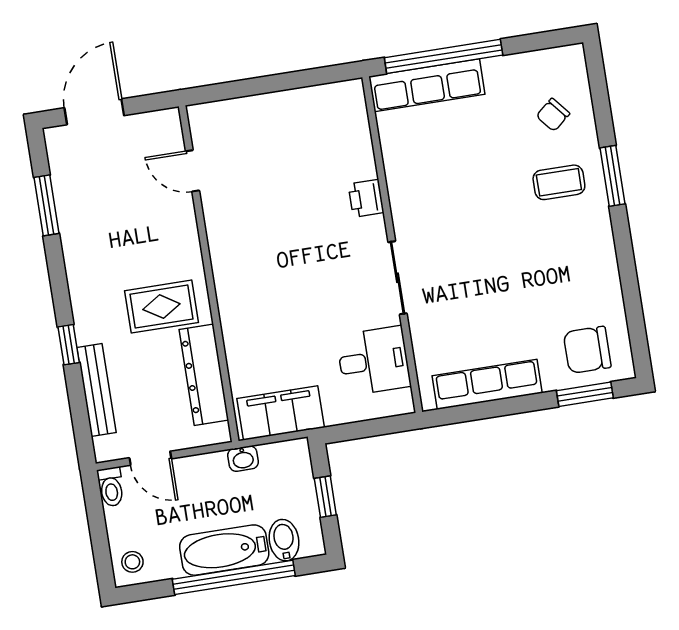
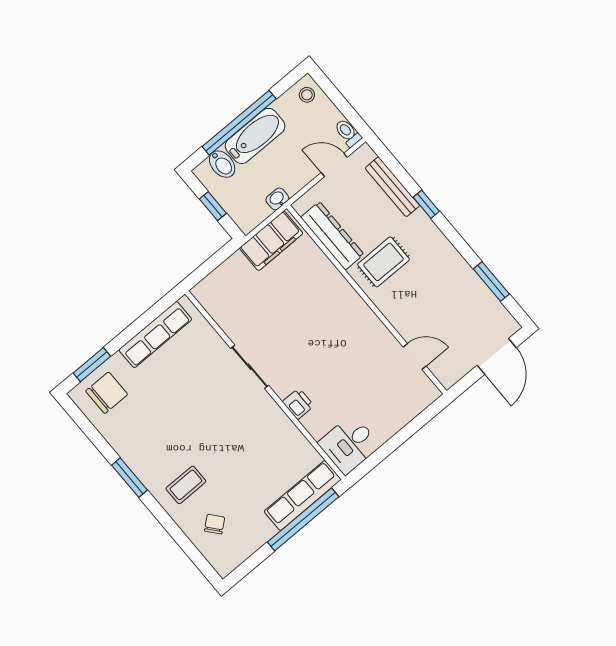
window: (612, 176) -> (129, 478), moved
desk: (374, 361) -> (349, 444), moved

